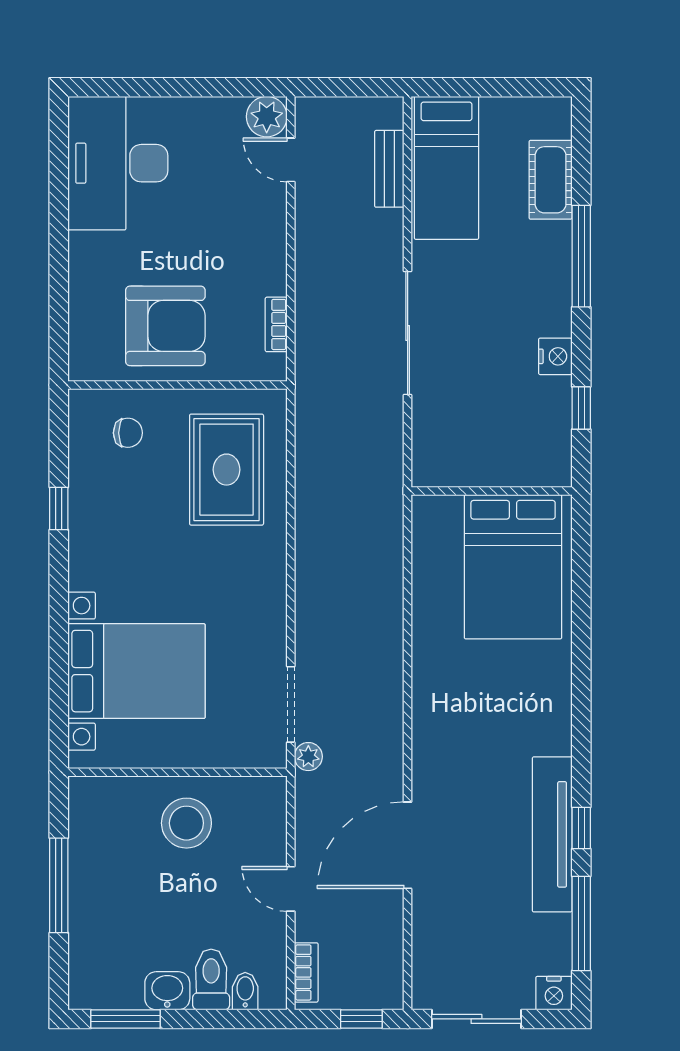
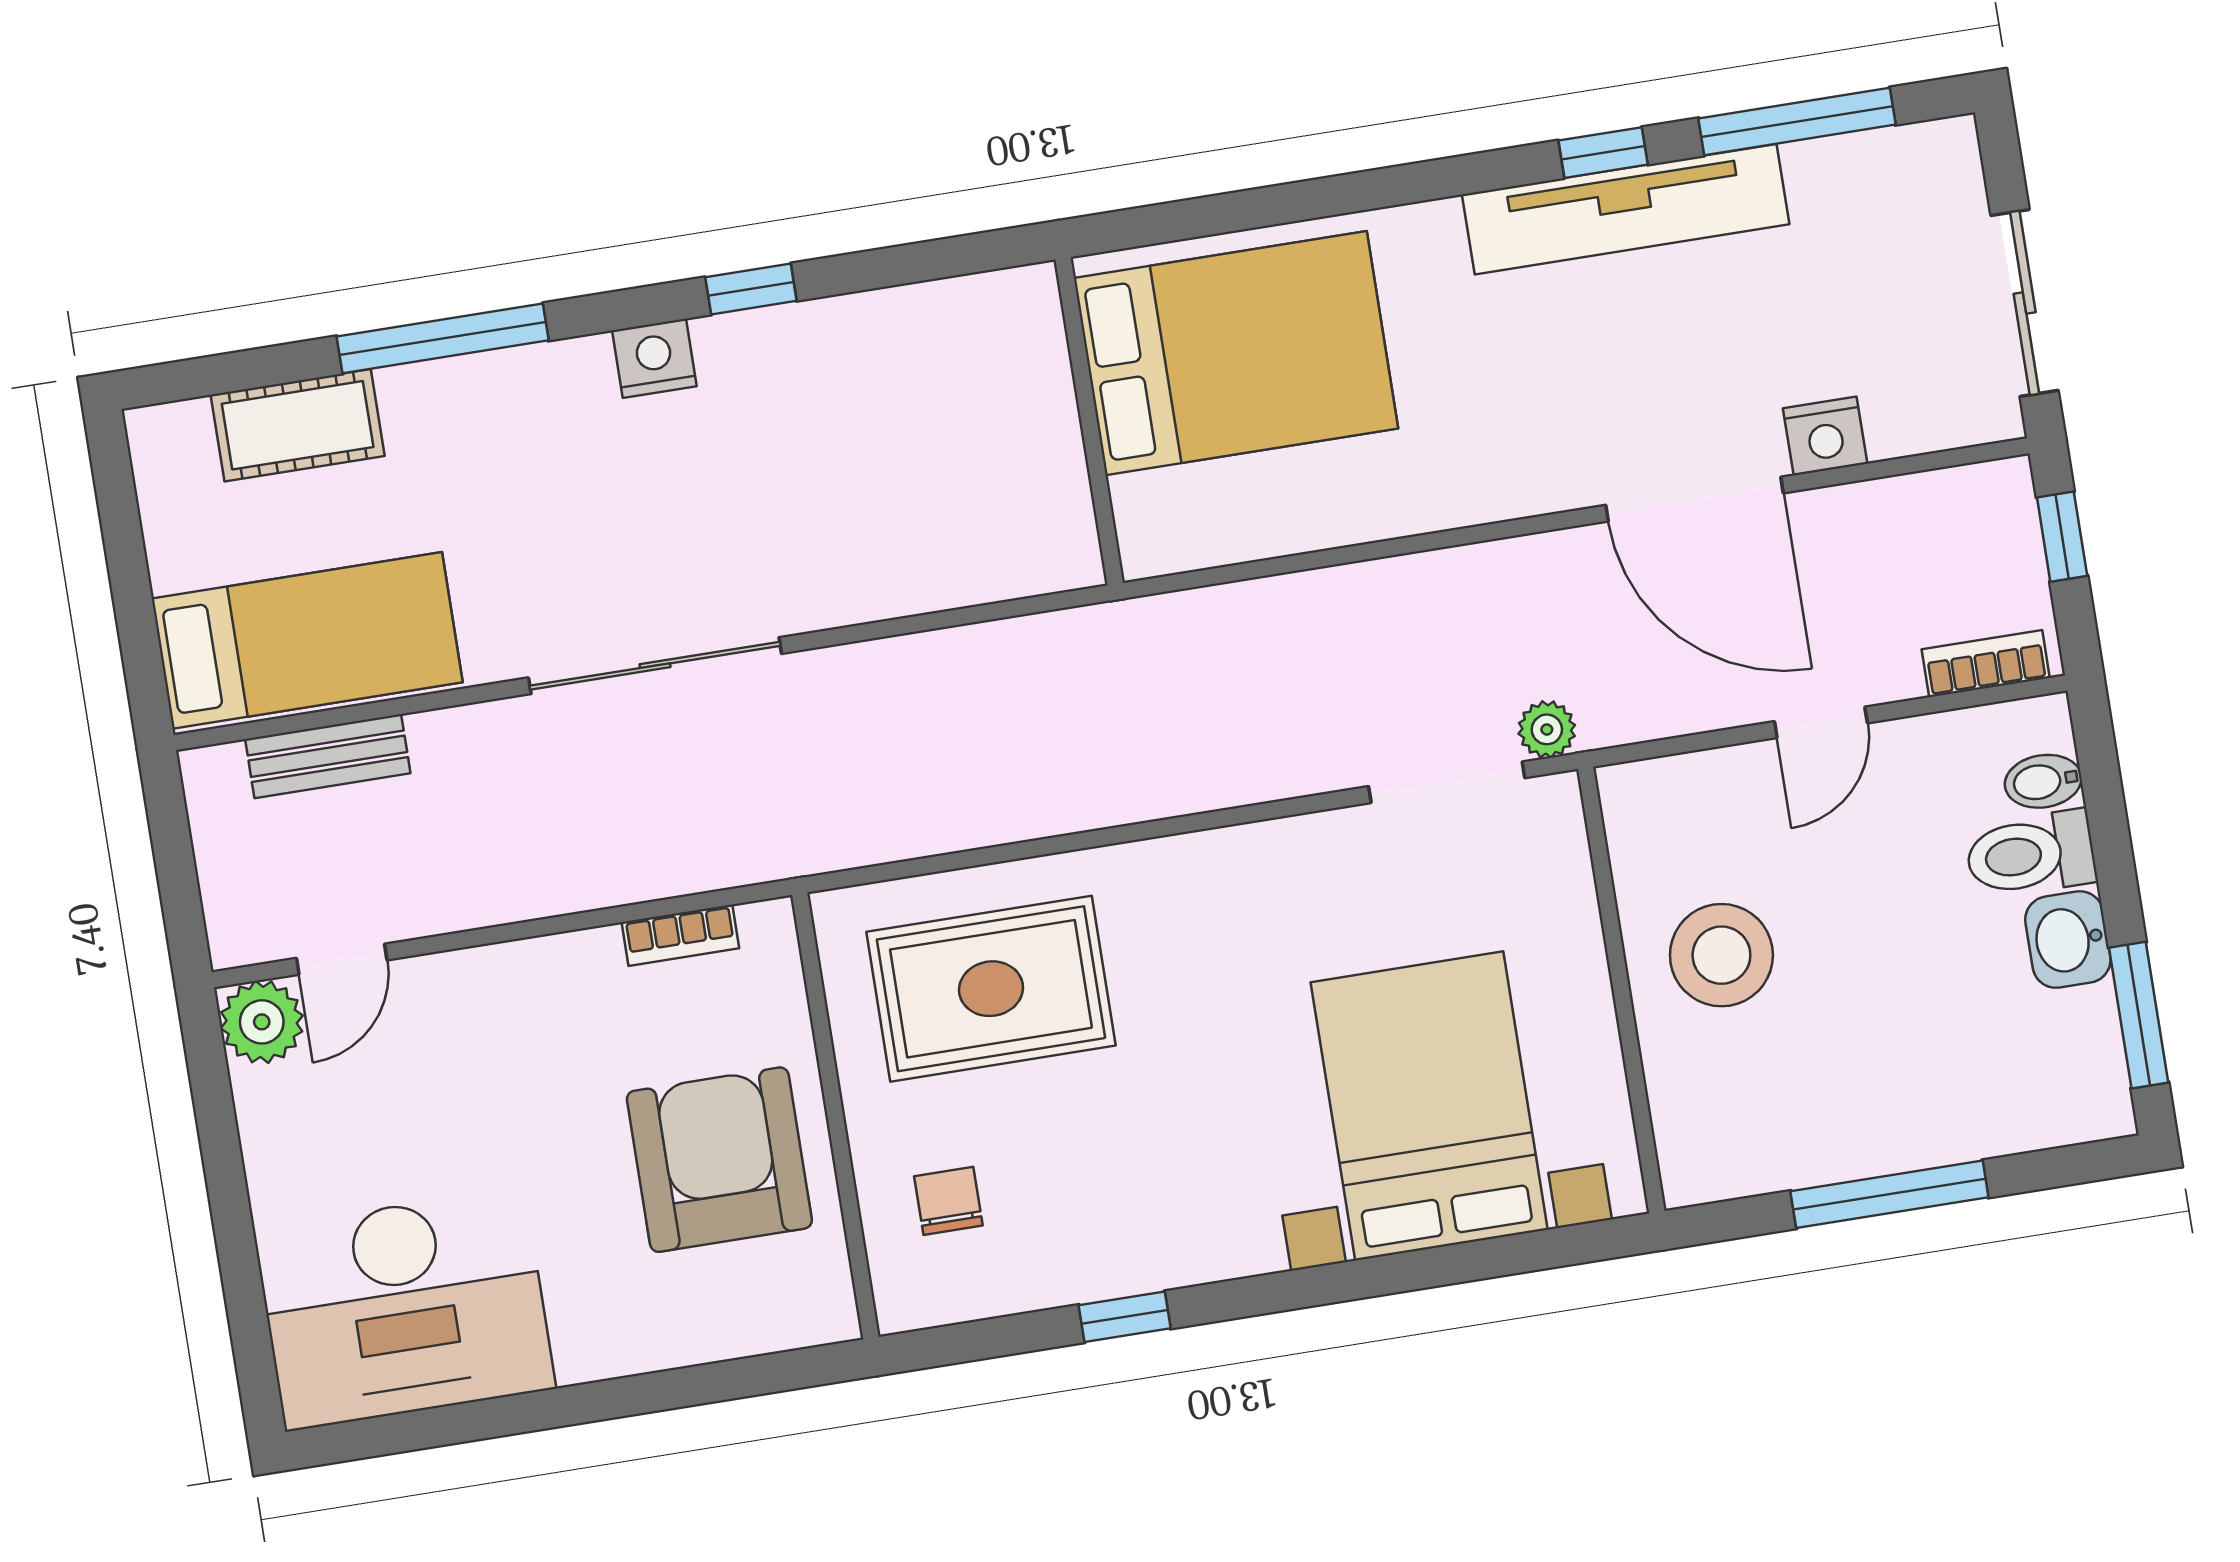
wall: (492, 491) -> (1089, 421), moved
bed: (513, 567) -> (1236, 353), moved
nightstand: (554, 993) -> (1825, 436), moved, turned 90

